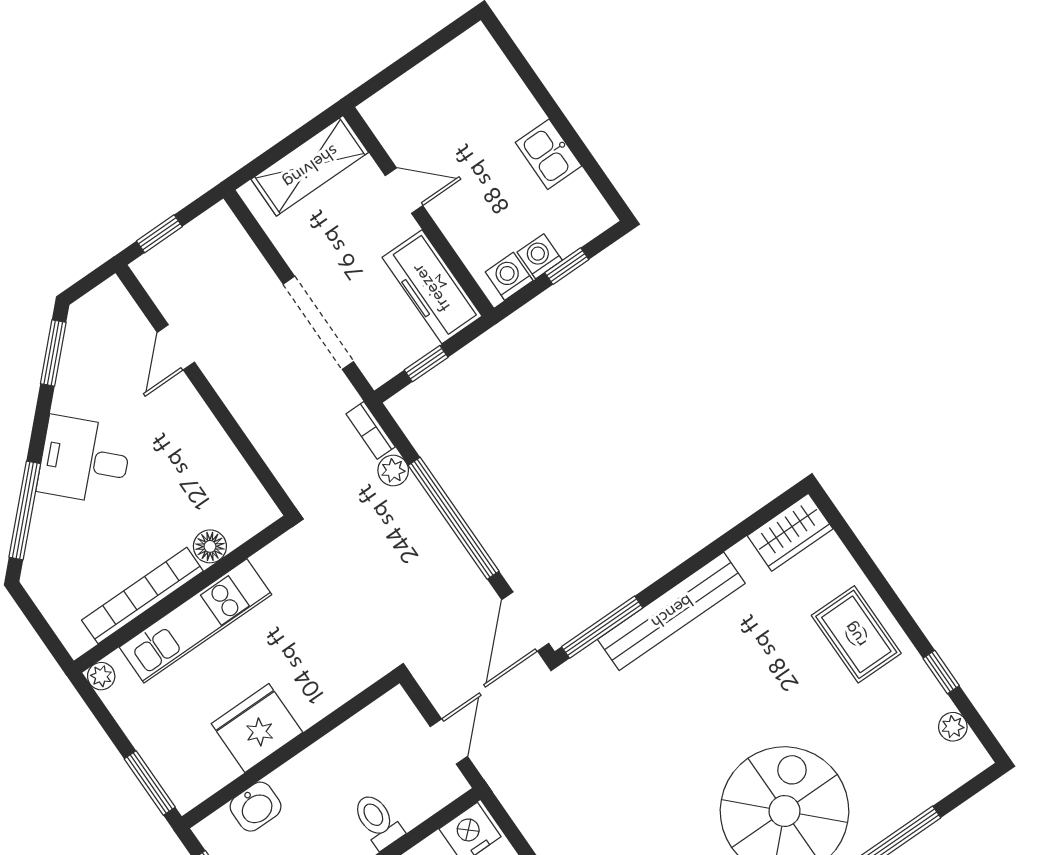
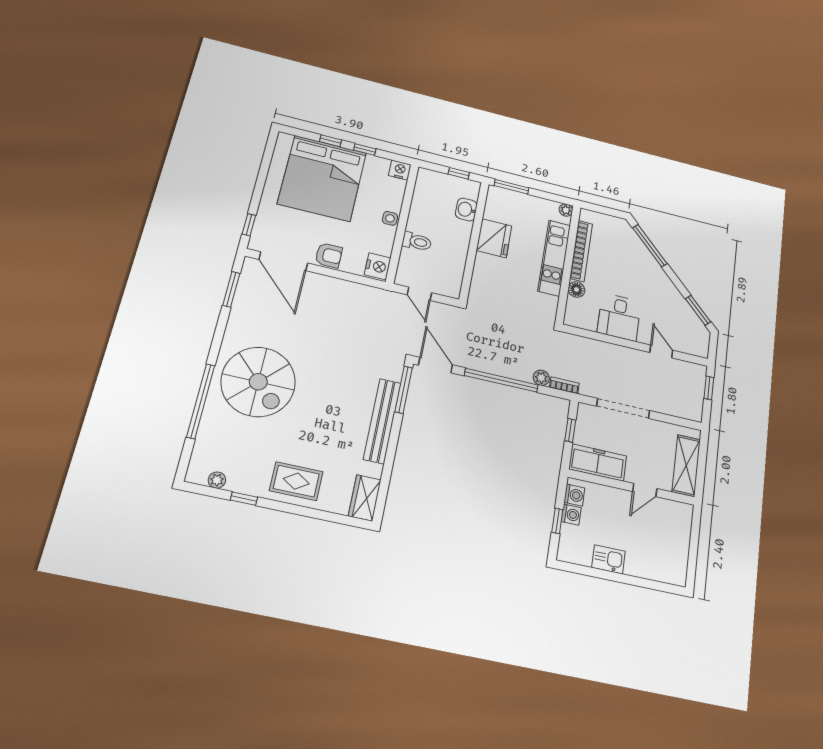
desk: (85, 460) -> (619, 317), moved, turned 135

